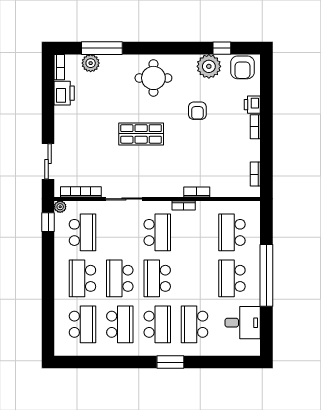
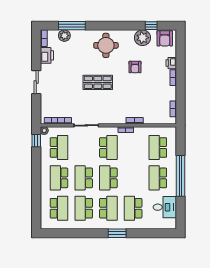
sliding door: (48, 161) -> (36, 82), moved
school desk: (120, 324) -> (84, 208), turned 180

